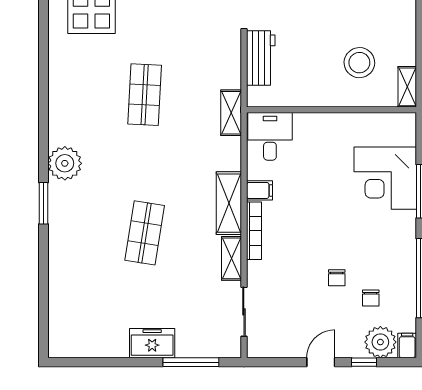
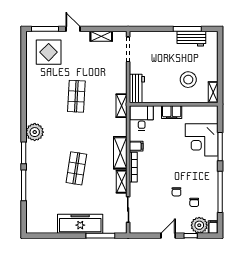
workbench: (261, 58) -> (137, 89), moved
filing cabinet: (327, 125) -> (172, 112), added
window: (44, 266) -> (24, 185), added
freezer: (152, 343) -> (80, 224), width x1.91, depth x1.26

